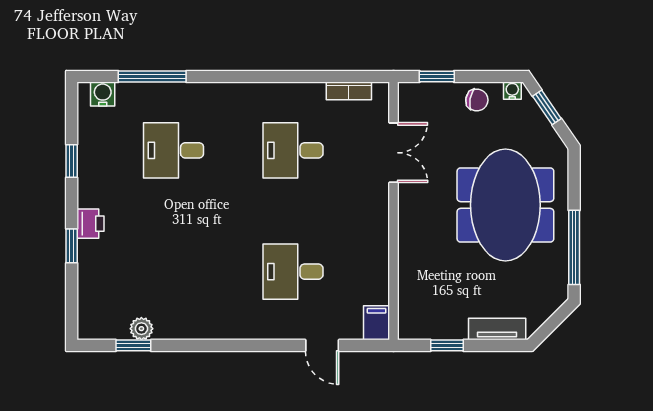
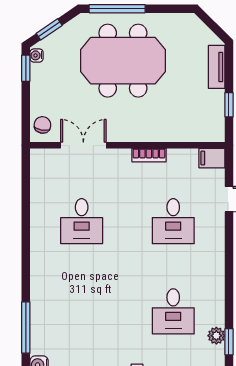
window: (437, 76) -> (26, 68), moved
bookcase: (349, 91) -> (149, 155), moved, turned 90
chair: (477, 100) -> (42, 125), moved
desk: (174, 150) -> (173, 311), moved
window: (574, 247) -> (117, 9), moved

